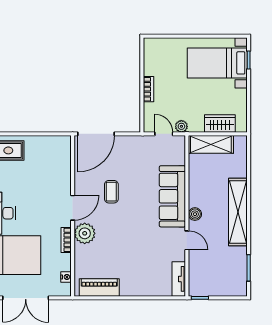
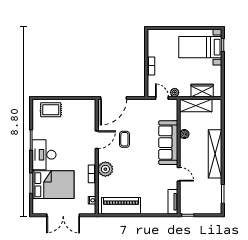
door: (73, 208) -> (97, 140), moved
boiler: (195, 214) -> (184, 134), moved
piano: (99, 288) -> (121, 206), width x1.37, depth x1.33

